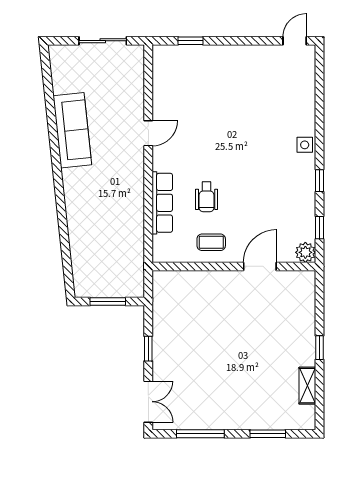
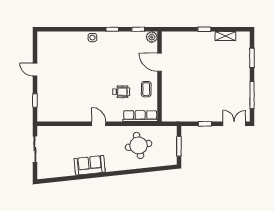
door: (295, 41) -> (35, 70), moved
sofa: (72, 130) -> (90, 165), width x0.73
door: (148, 133) -> (99, 124), moved
row of seats: (162, 203) -> (140, 116), moved
round table: (109, 228) -> (139, 145), added

